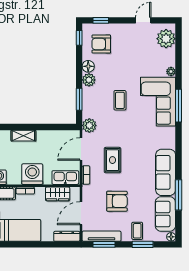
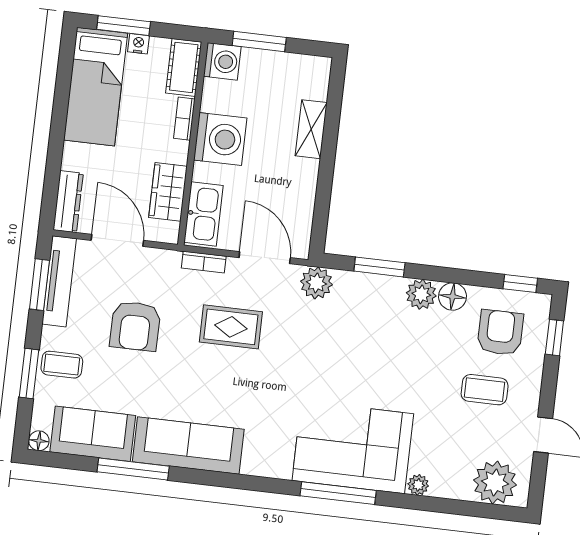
coffee table: (120, 100) -> (485, 390), moved

